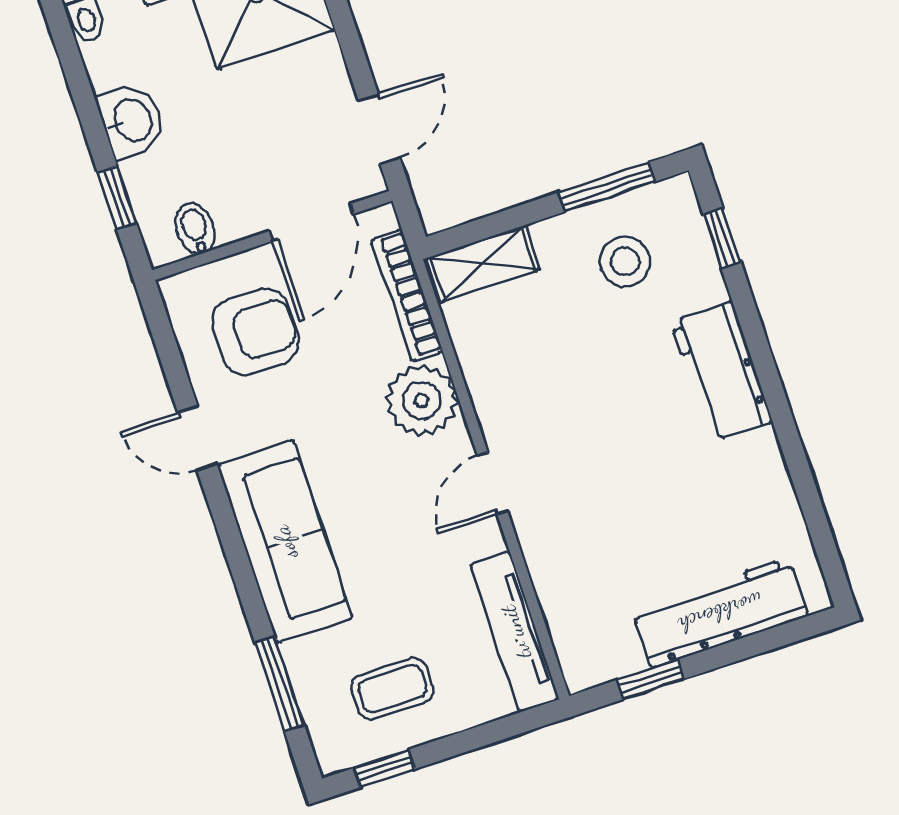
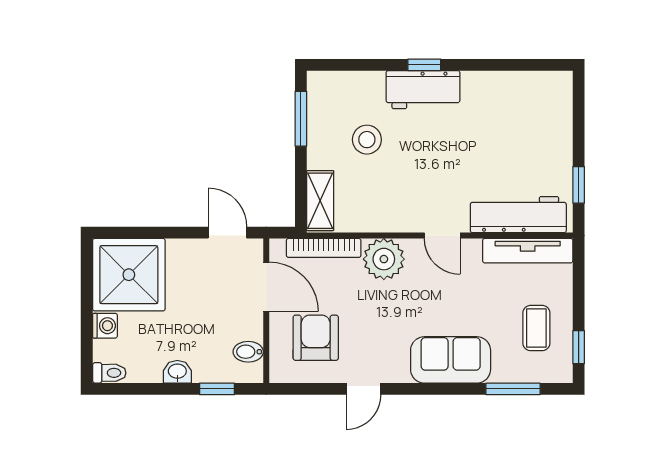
washbasin: (132, 120) -> (177, 372), width x0.72, depth x0.69
window: (722, 238) -> (424, 65), moved
stool: (625, 261) -> (367, 140), moved
sofa: (285, 542) -> (451, 360), width x0.73
workbench: (720, 613) -> (518, 215), moved, turned 90

